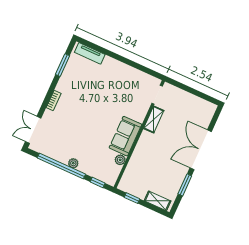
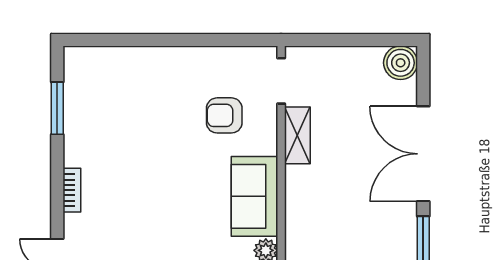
tv unit: (90, 53) -> (102, 58), removed
armchair: (128, 98) -> (224, 115), added
boiler: (208, 109) -> (401, 63), added

